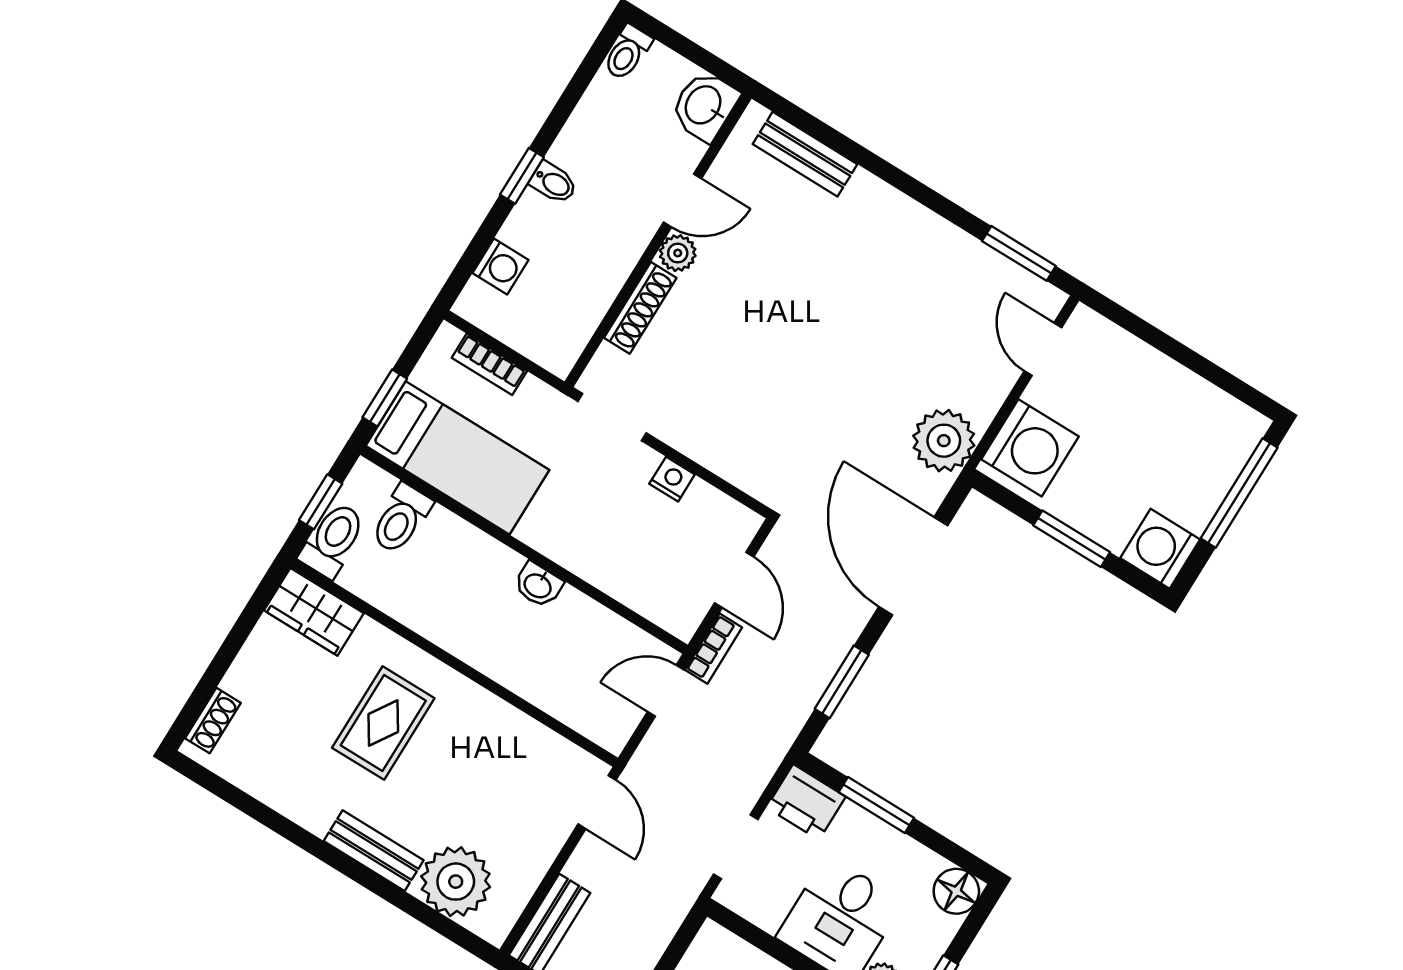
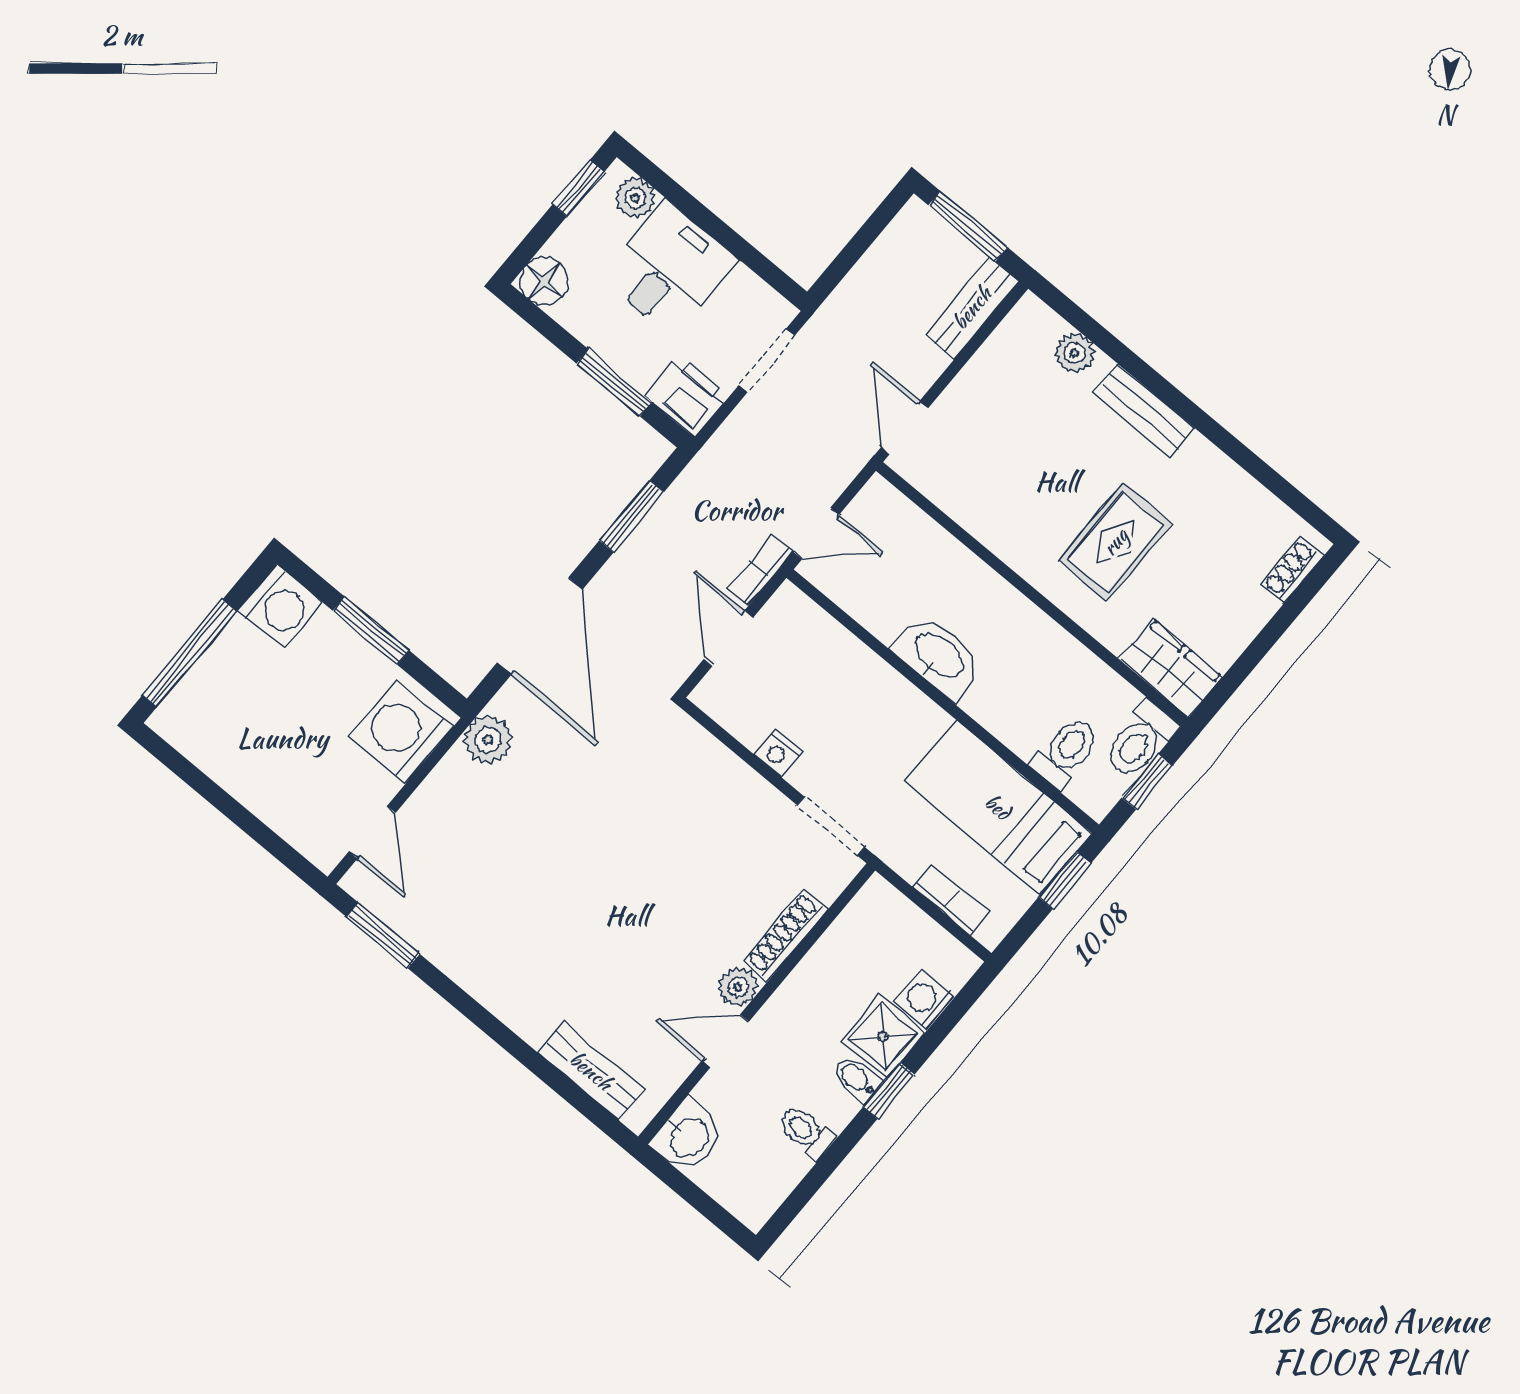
toilet: (627, 52) -> (806, 1132), moved, turned -90
shower: (535, 226) -> (883, 1037), added
plant: (944, 441) -> (488, 740), width x0.73, depth x0.73
washbasin: (538, 585) -> (938, 656), width x1.91, depth x1.45
plant: (456, 882) -> (1074, 353), width x0.53, depth x0.53

